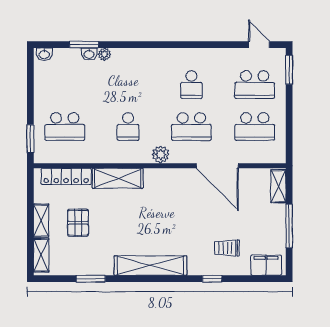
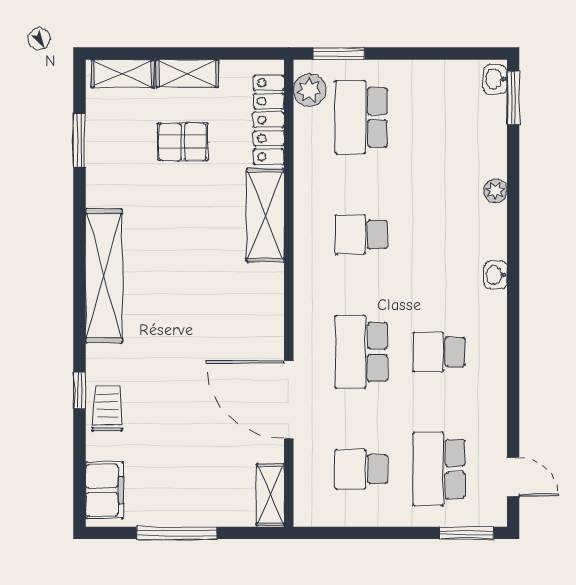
window: (84, 45) -> (513, 98), moved
door: (259, 45) -> (513, 477), hinge flipped
washbasin: (89, 54) -> (495, 275), moved
school desk: (255, 127) -> (361, 469), width x0.54
plant: (161, 155) -> (309, 90), moved
door: (217, 166) -> (289, 400), hinge flipped
shelving: (278, 186) -> (270, 495), moved, turned 90
trolley: (227, 248) -> (107, 409), moved
window: (91, 279) -> (80, 140), moved

